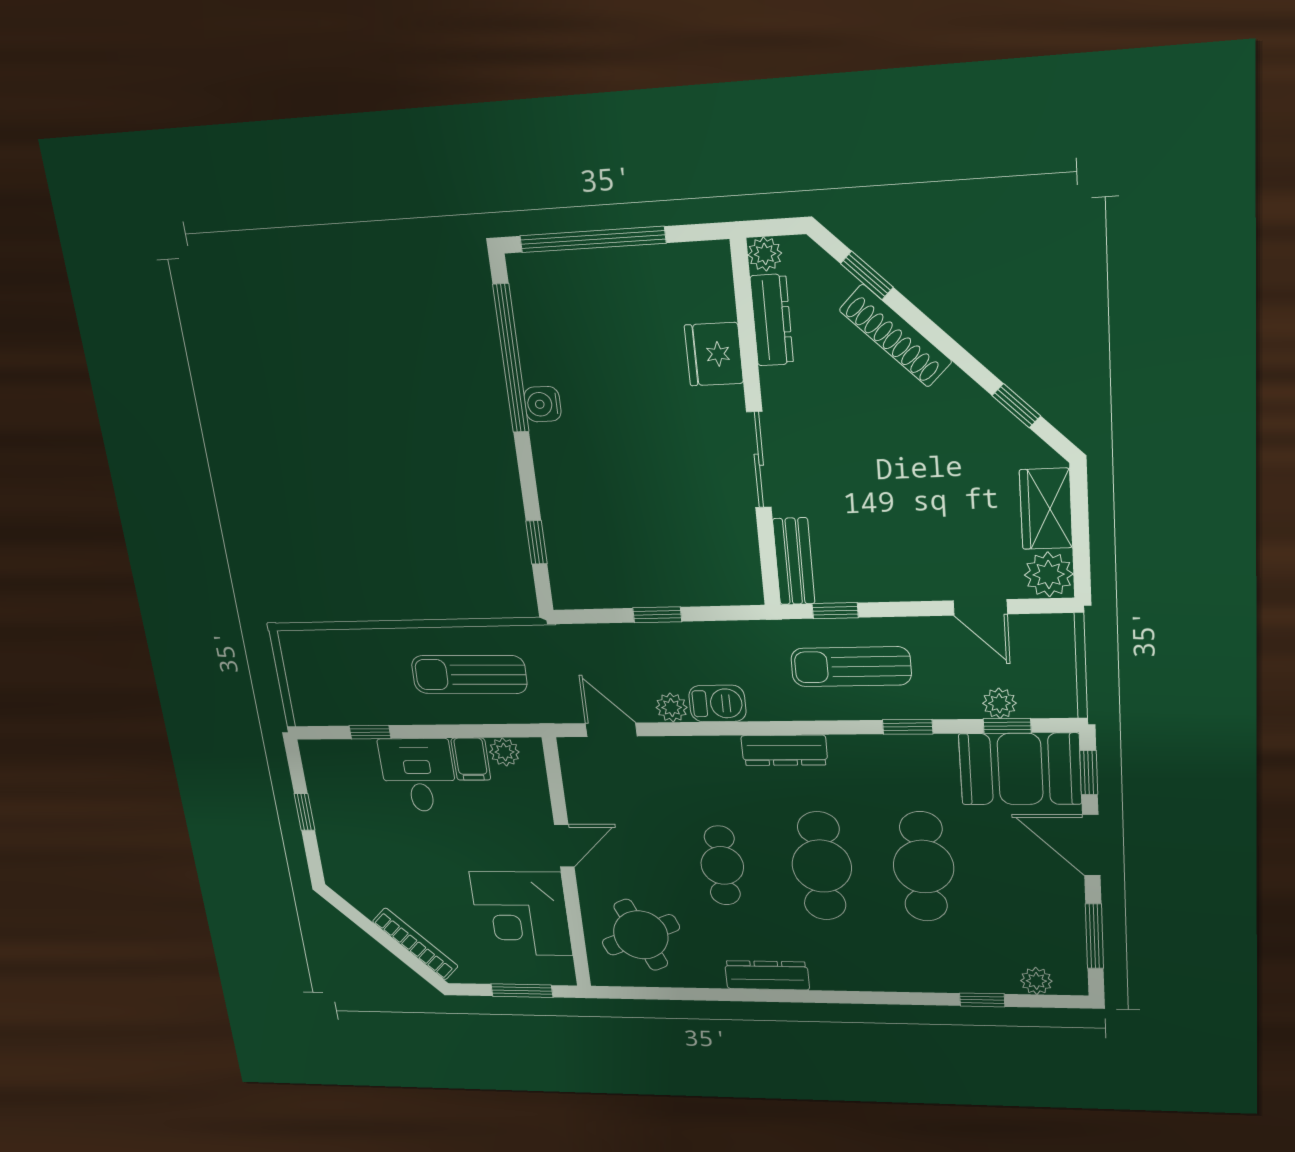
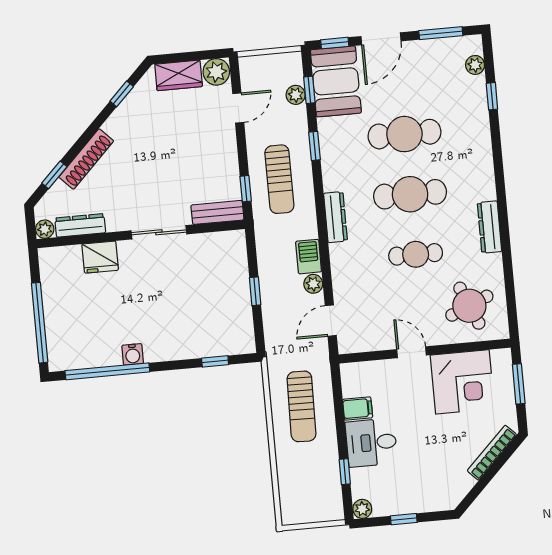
plant: (504, 752) -> (362, 509), moved

